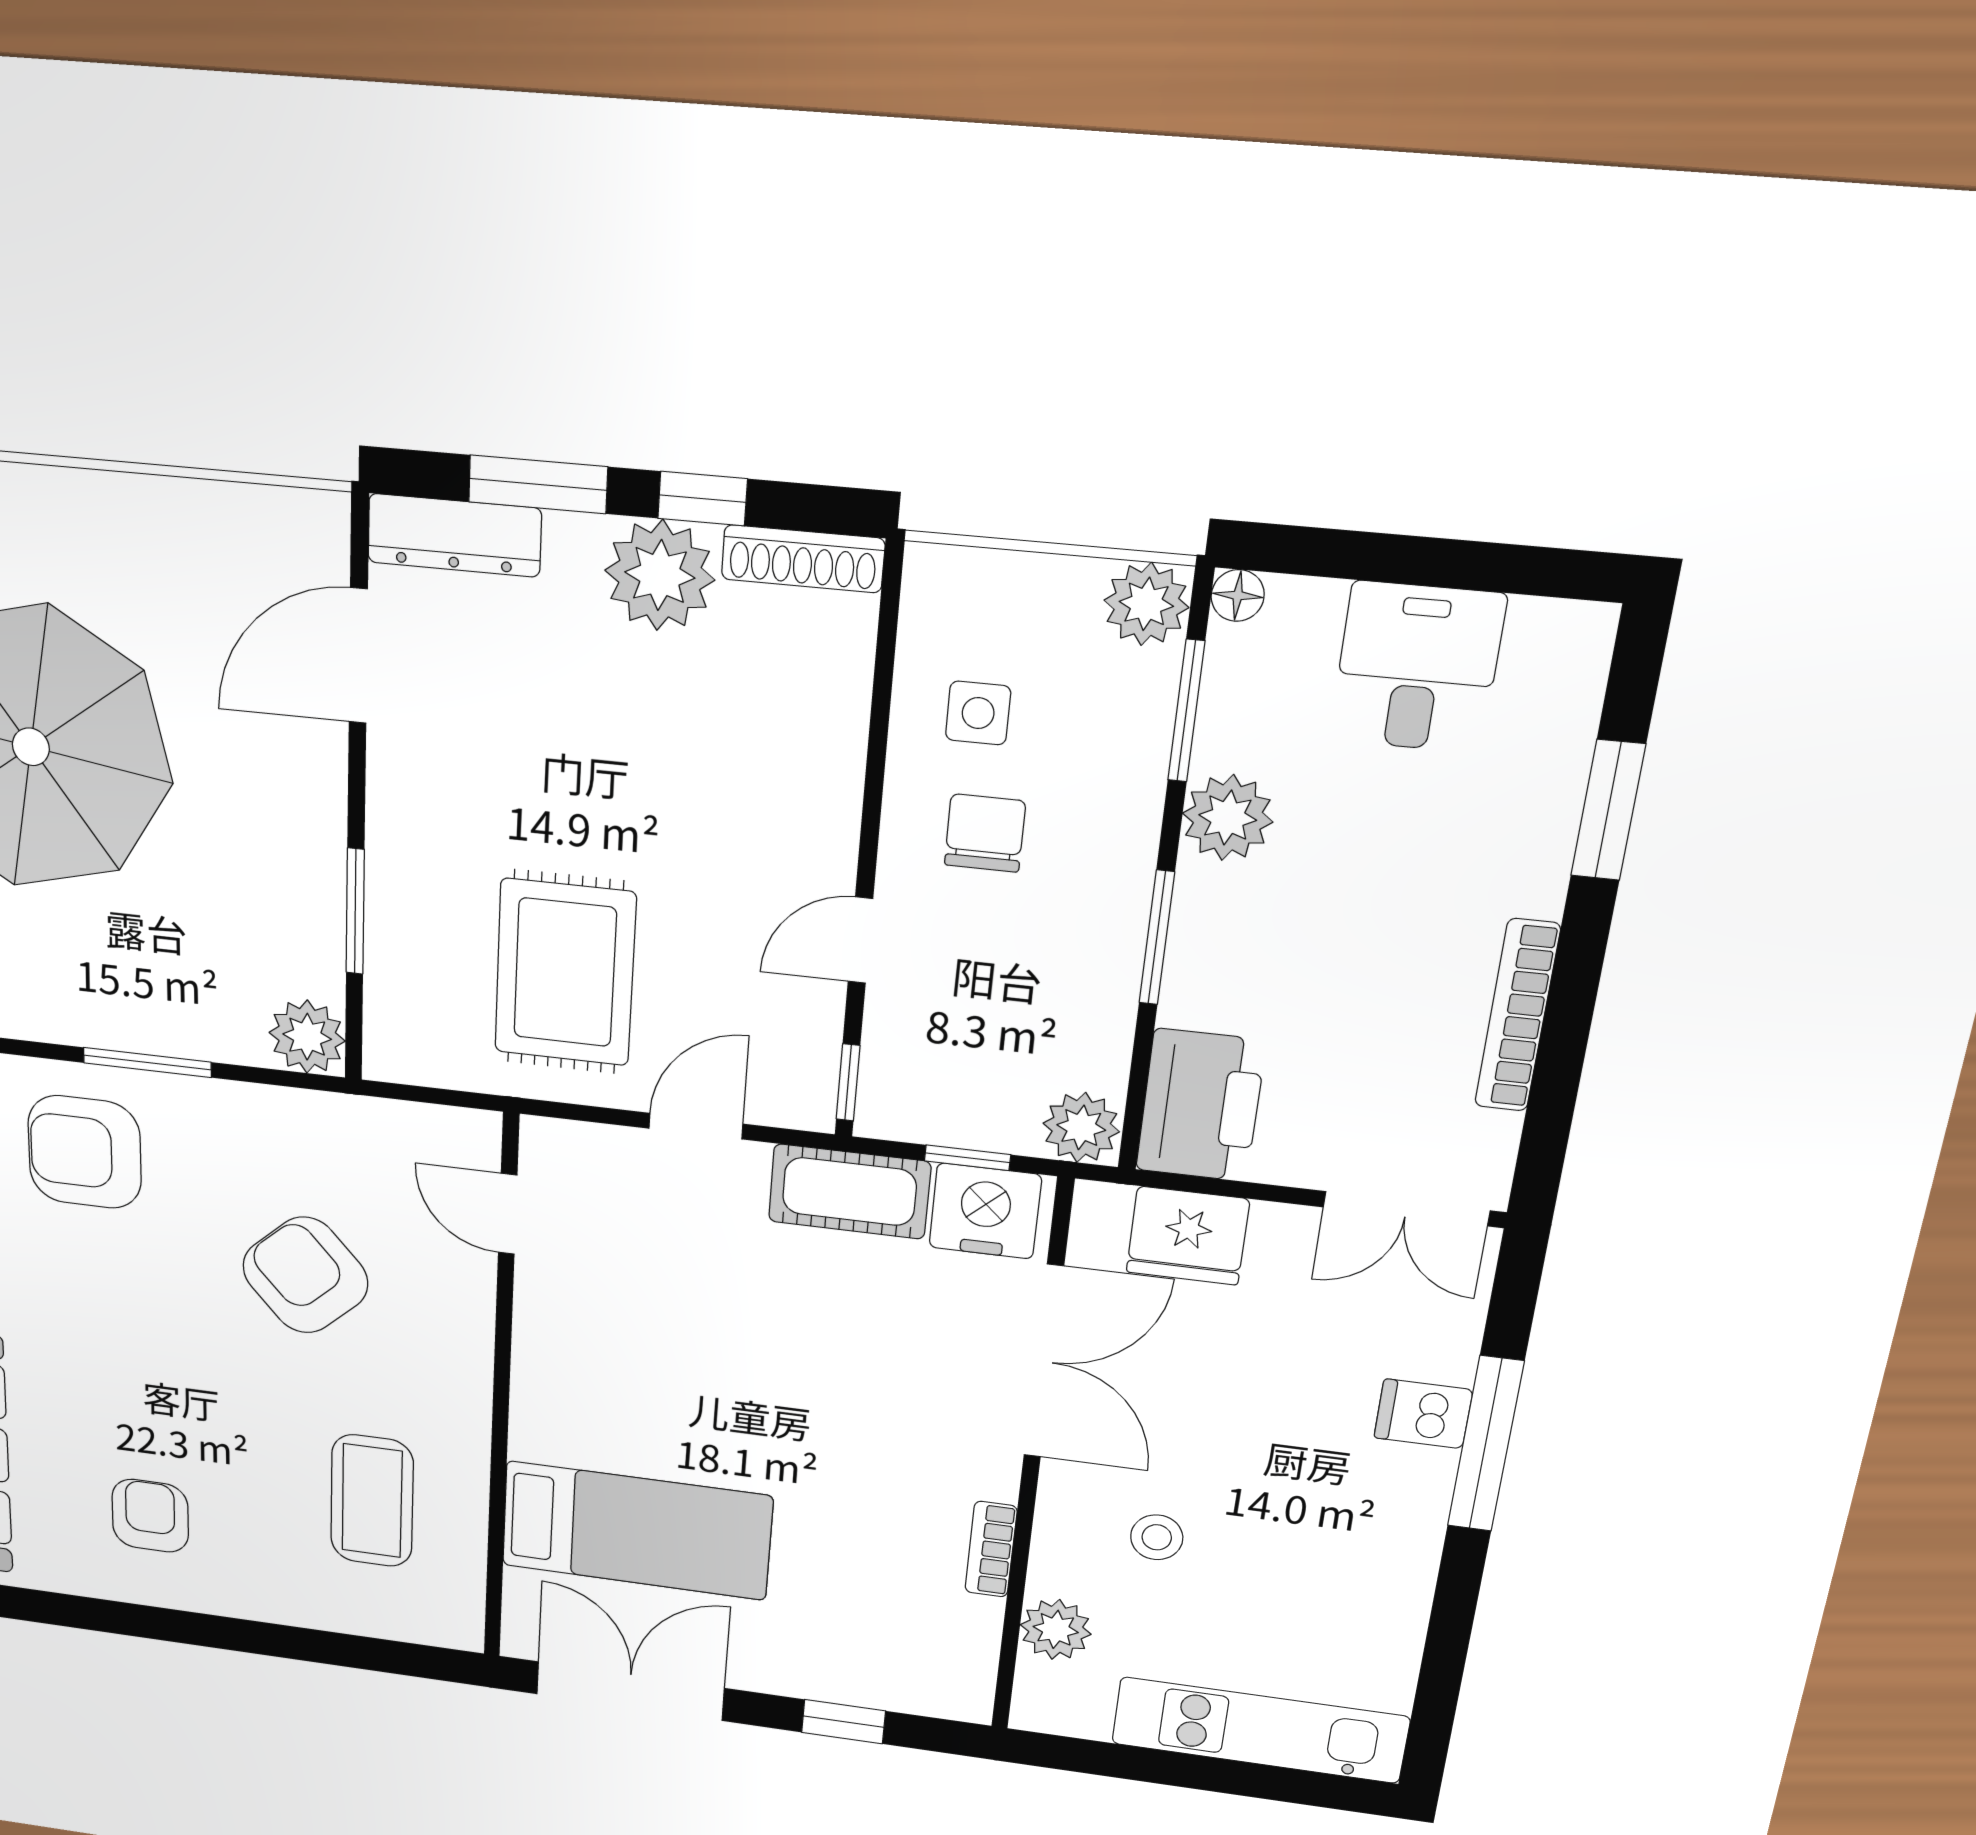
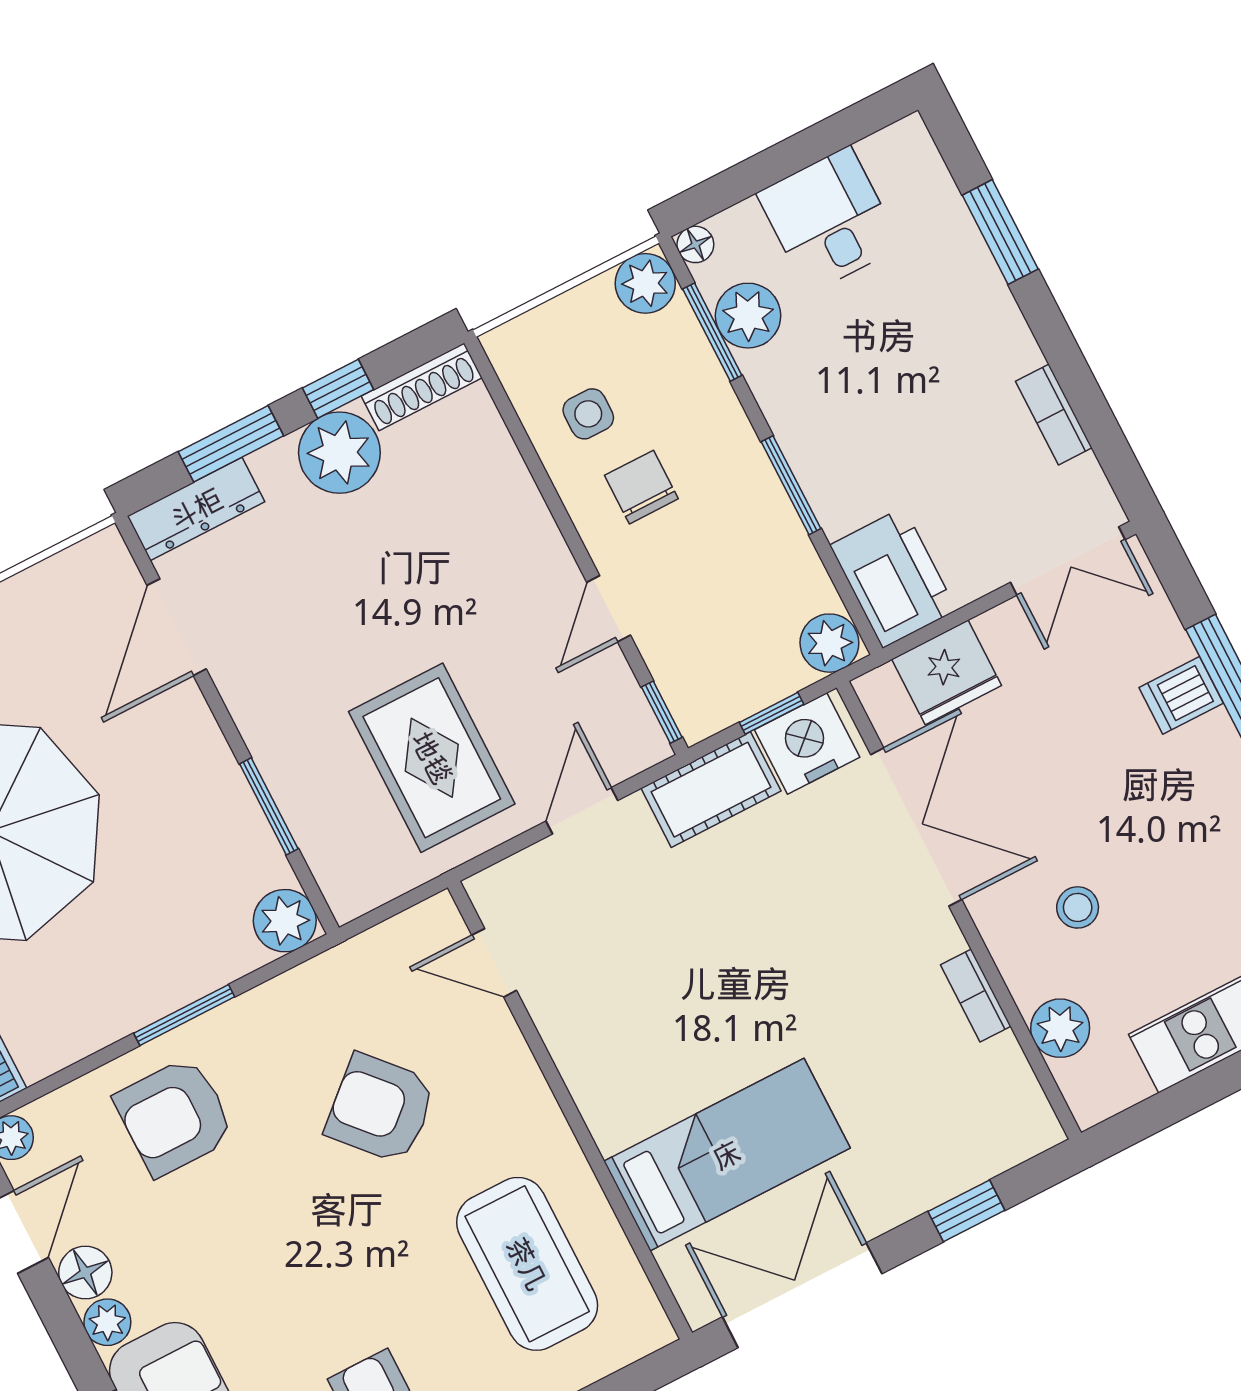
plant: (1228, 818) -> (748, 316), moved
bookcase: (1517, 1016) -> (1054, 414), width x0.64
coffee table: (372, 1501) -> (527, 1264), width x1.36, depth x1.32

